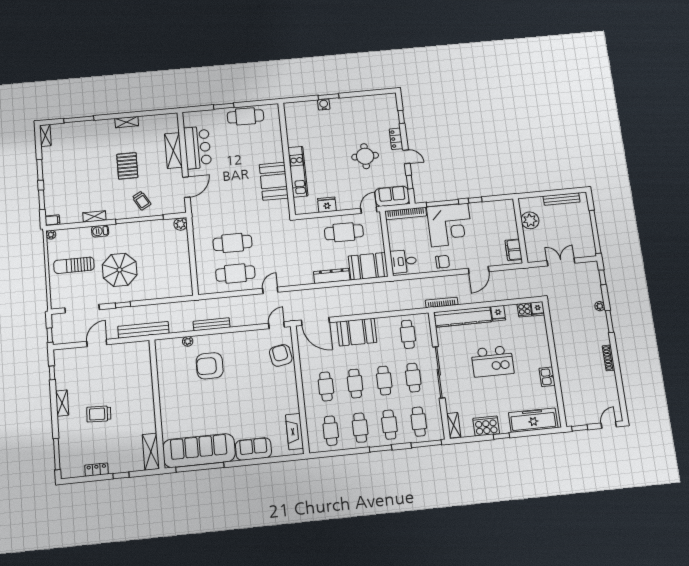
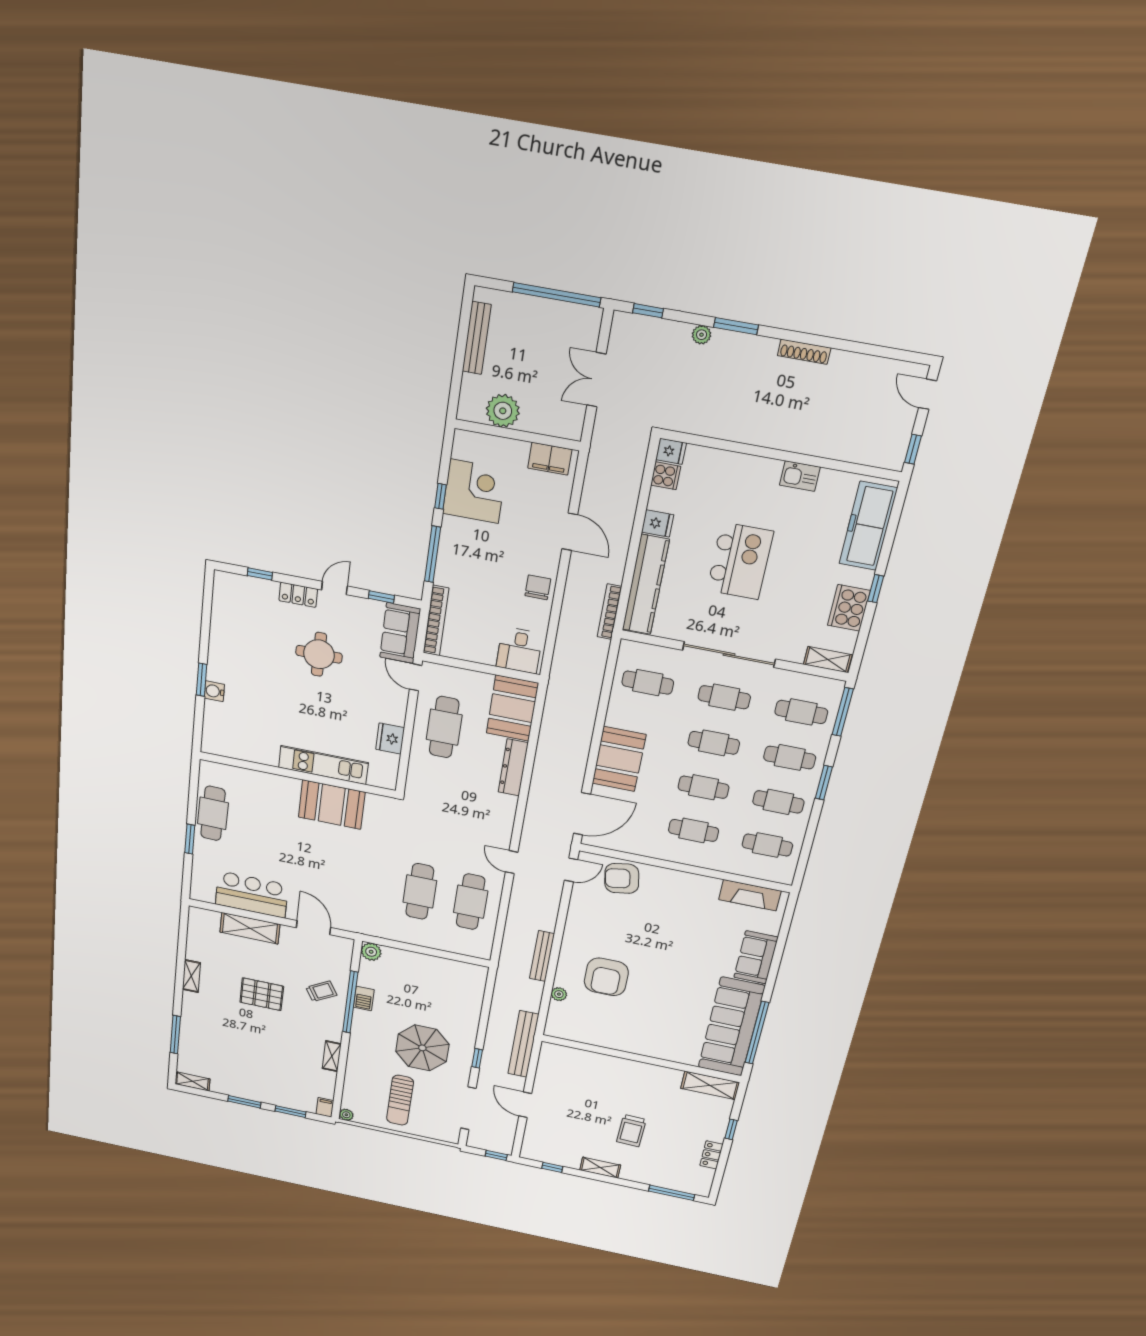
corner desk: (450, 225) -> (474, 491), moved, width x0.74, depth x0.74
barbecue: (100, 231) -> (364, 998), moved
door: (277, 325) -> (571, 870), swing flipped

